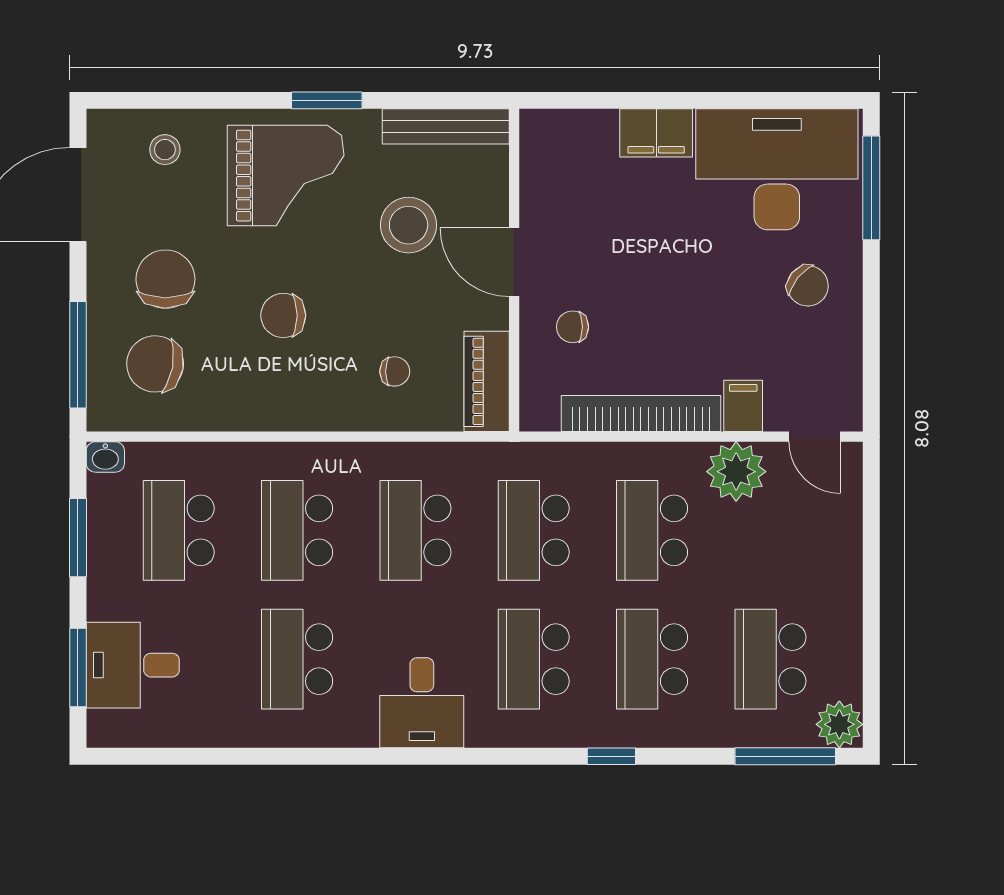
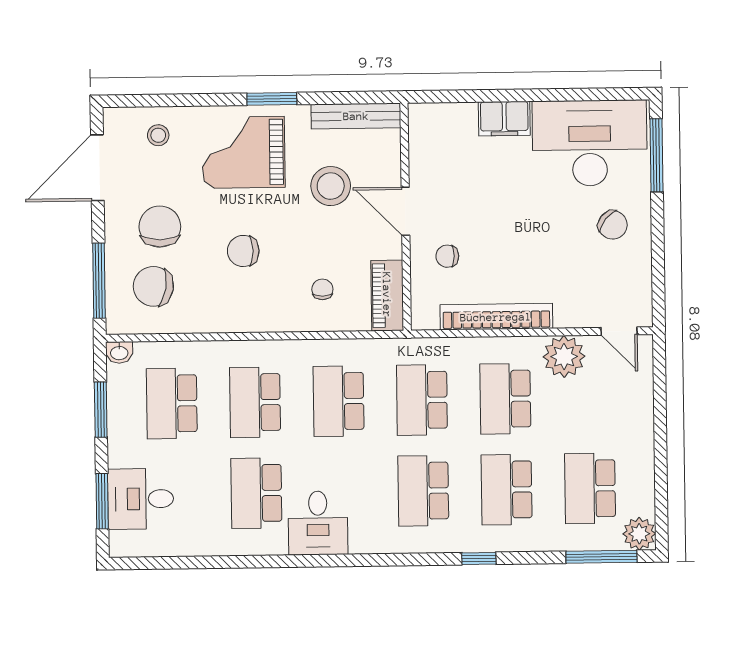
grand piano: (286, 176) -> (243, 152), turned 180
chair: (395, 371) -> (322, 289), turned -90
filing cabinet: (743, 406) -> (568, 310), removed
desk: (422, 703) -> (318, 523), moved

